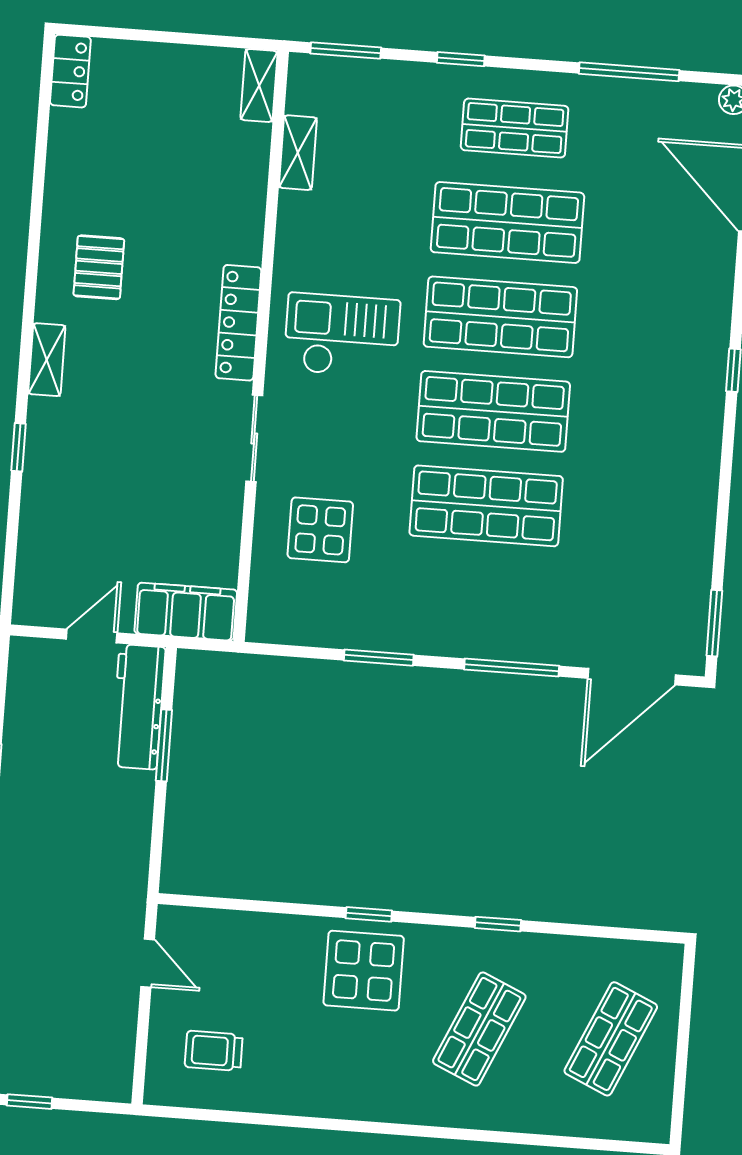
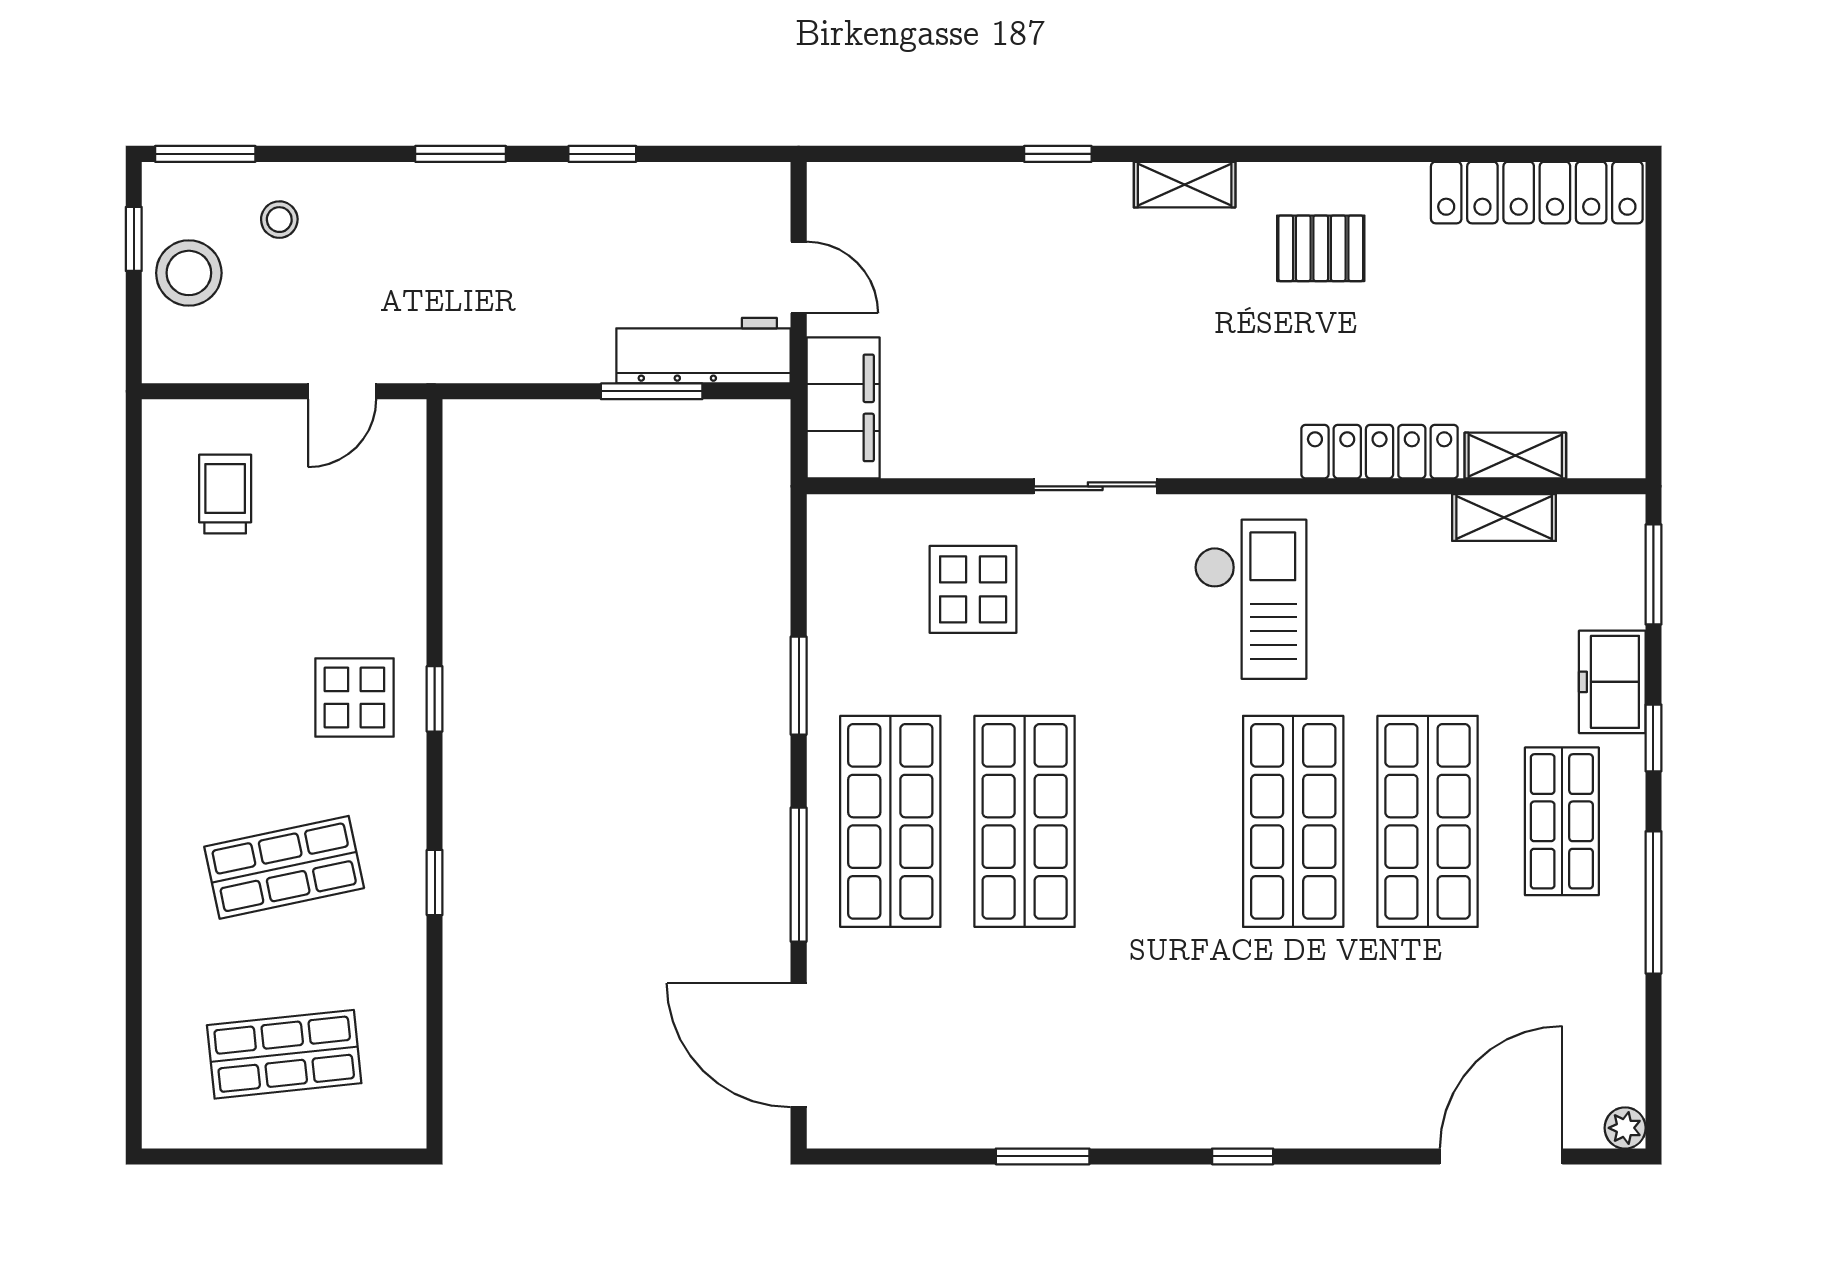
locker: (70, 71) -> (1537, 193), width x2.16, depth x1.21
window: (629, 72) -> (1653, 902), moved
shelving: (259, 85) -> (1515, 456), moved
freezer: (419, 85) -> (1612, 682), added
locker: (238, 323) -> (1380, 452), moved
shop shelf: (493, 411) -> (890, 821), moved
window: (714, 623) -> (1043, 1156), moved
display table: (364, 971) -> (354, 697), width x0.73, depth x0.73
stool: (24, 998) -> (279, 220), added
shop shelf: (479, 1029) -> (284, 867), turned -36
shop shelf: (611, 1039) -> (284, 1054), turned -30
stool: (56, 1065) -> (189, 273), added

